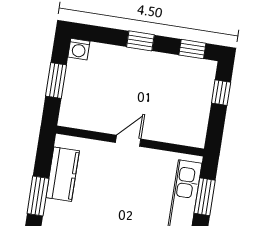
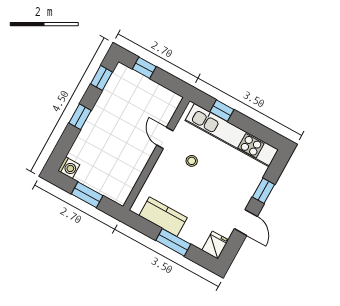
door: (128, 141) -> (165, 138), moved
stool: (136, 183) -> (192, 161), added
window: (205, 197) -> (222, 111), width x0.67

